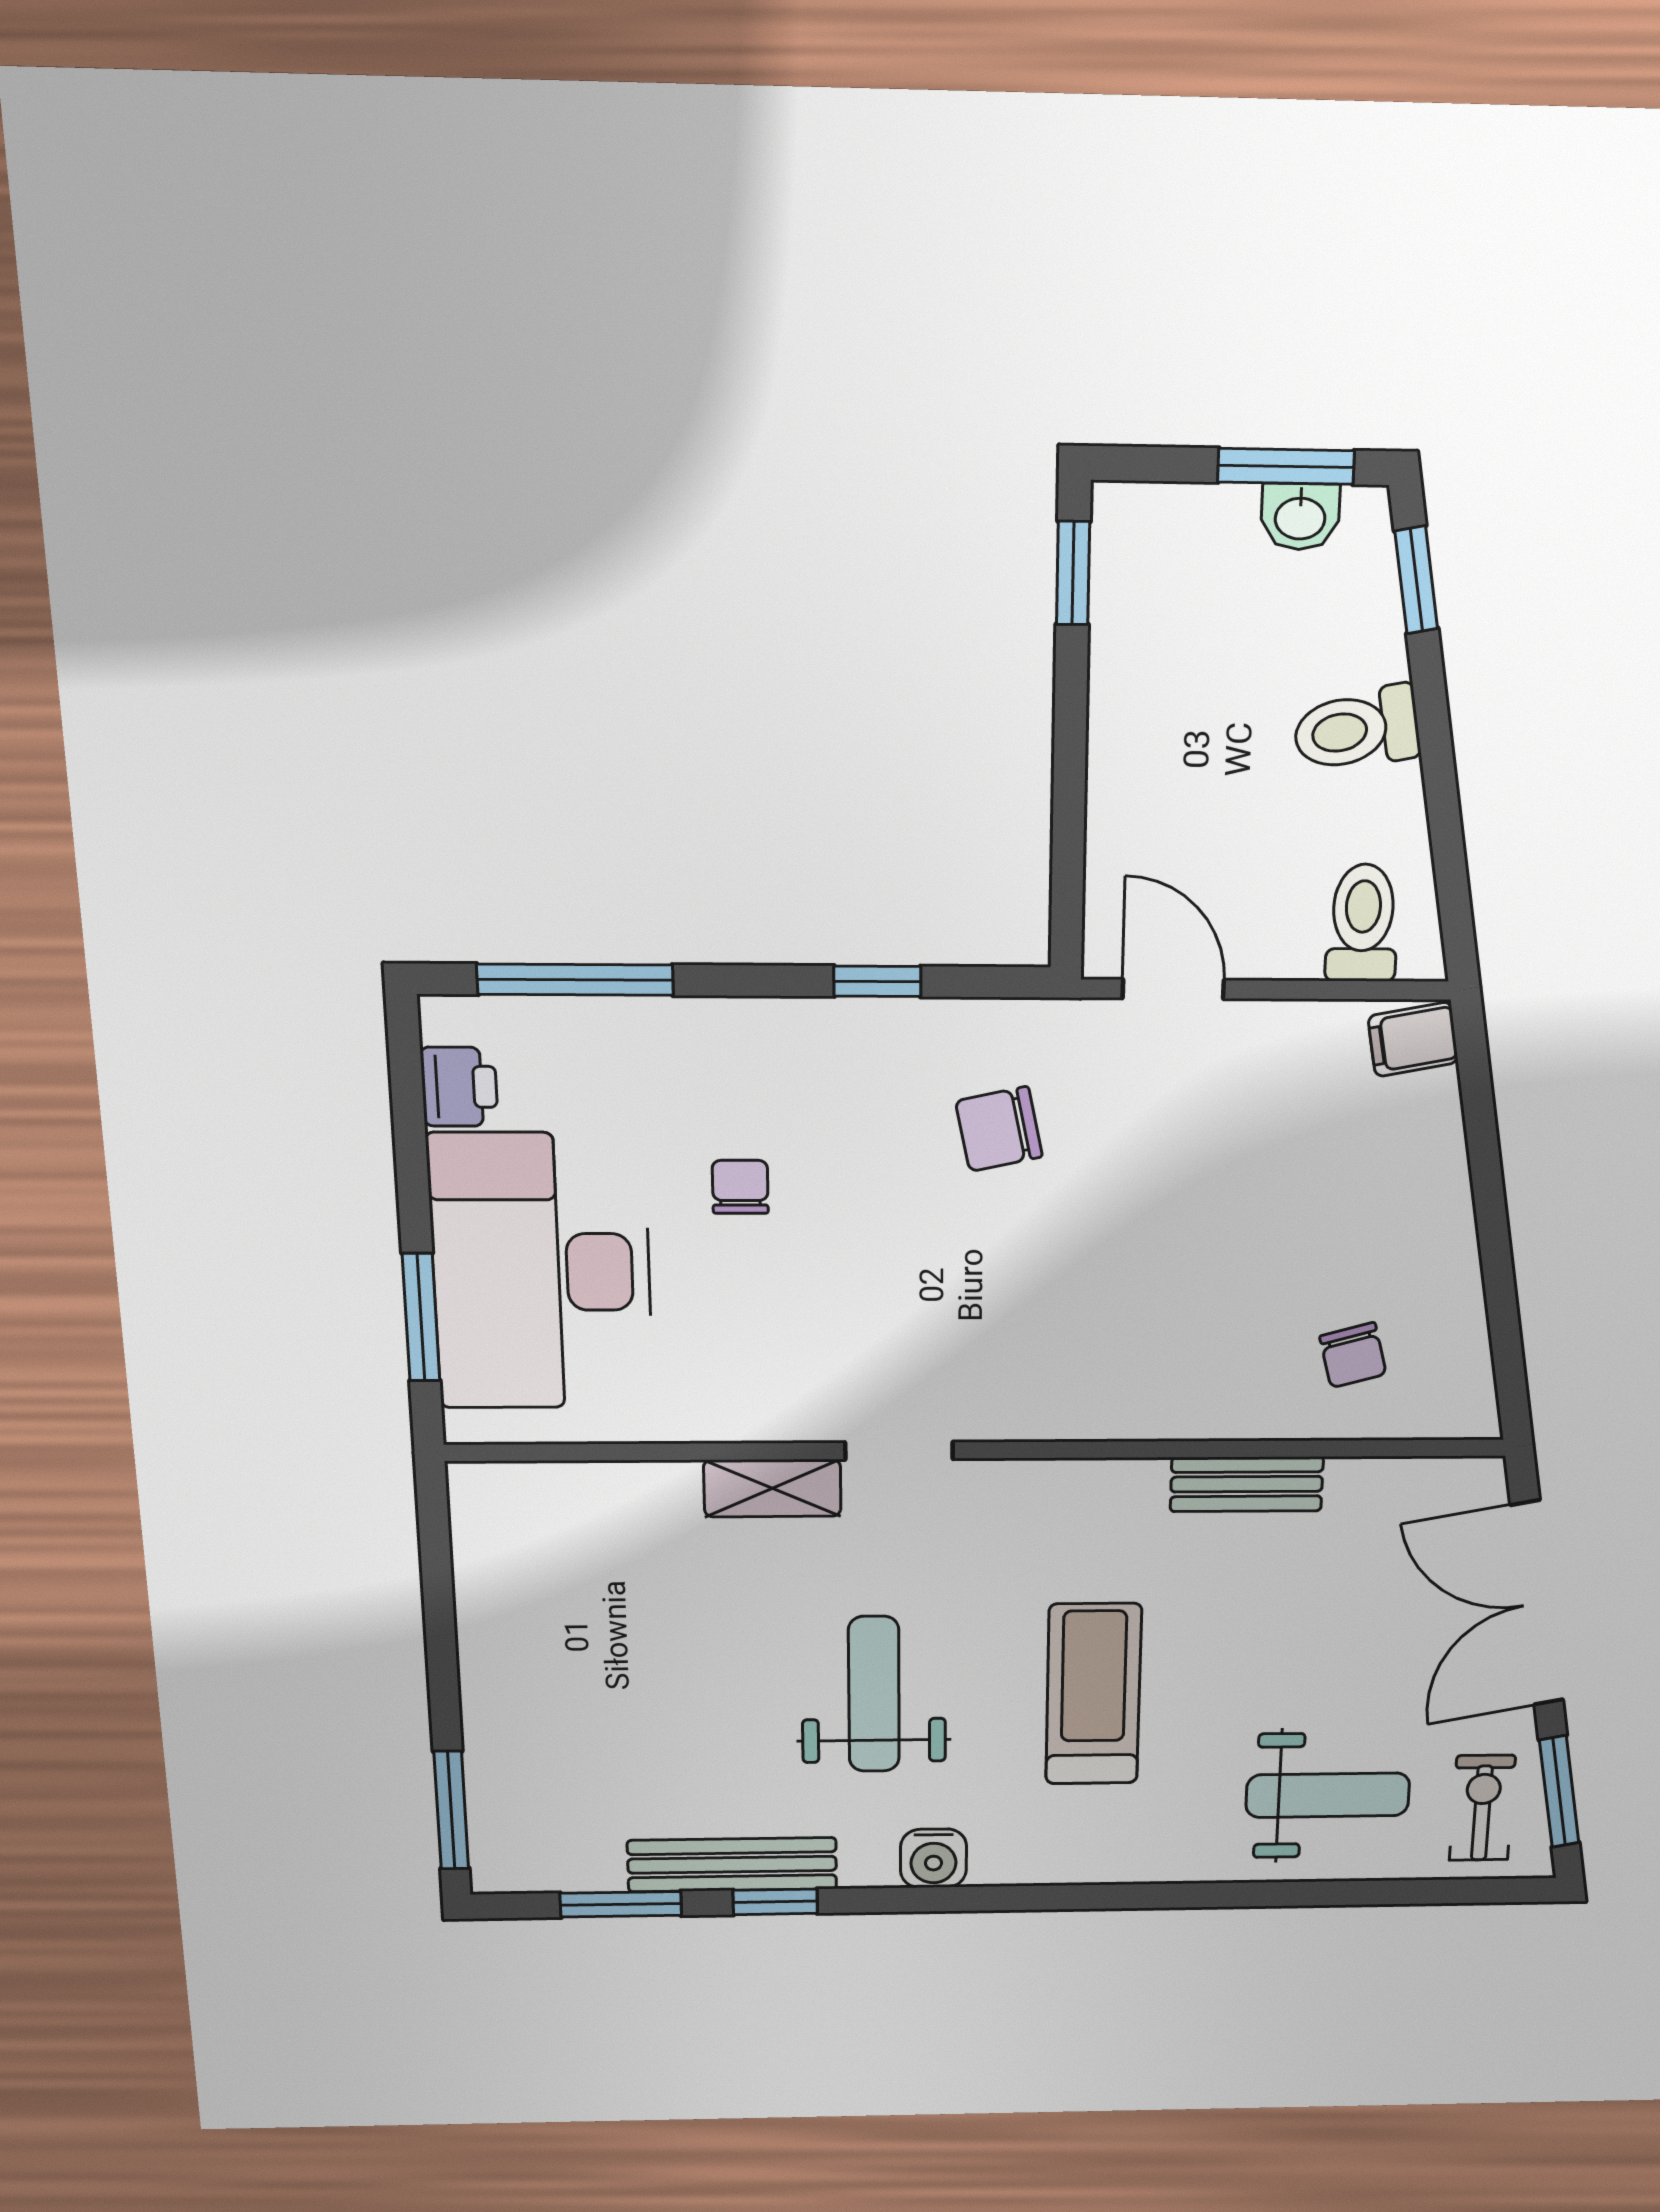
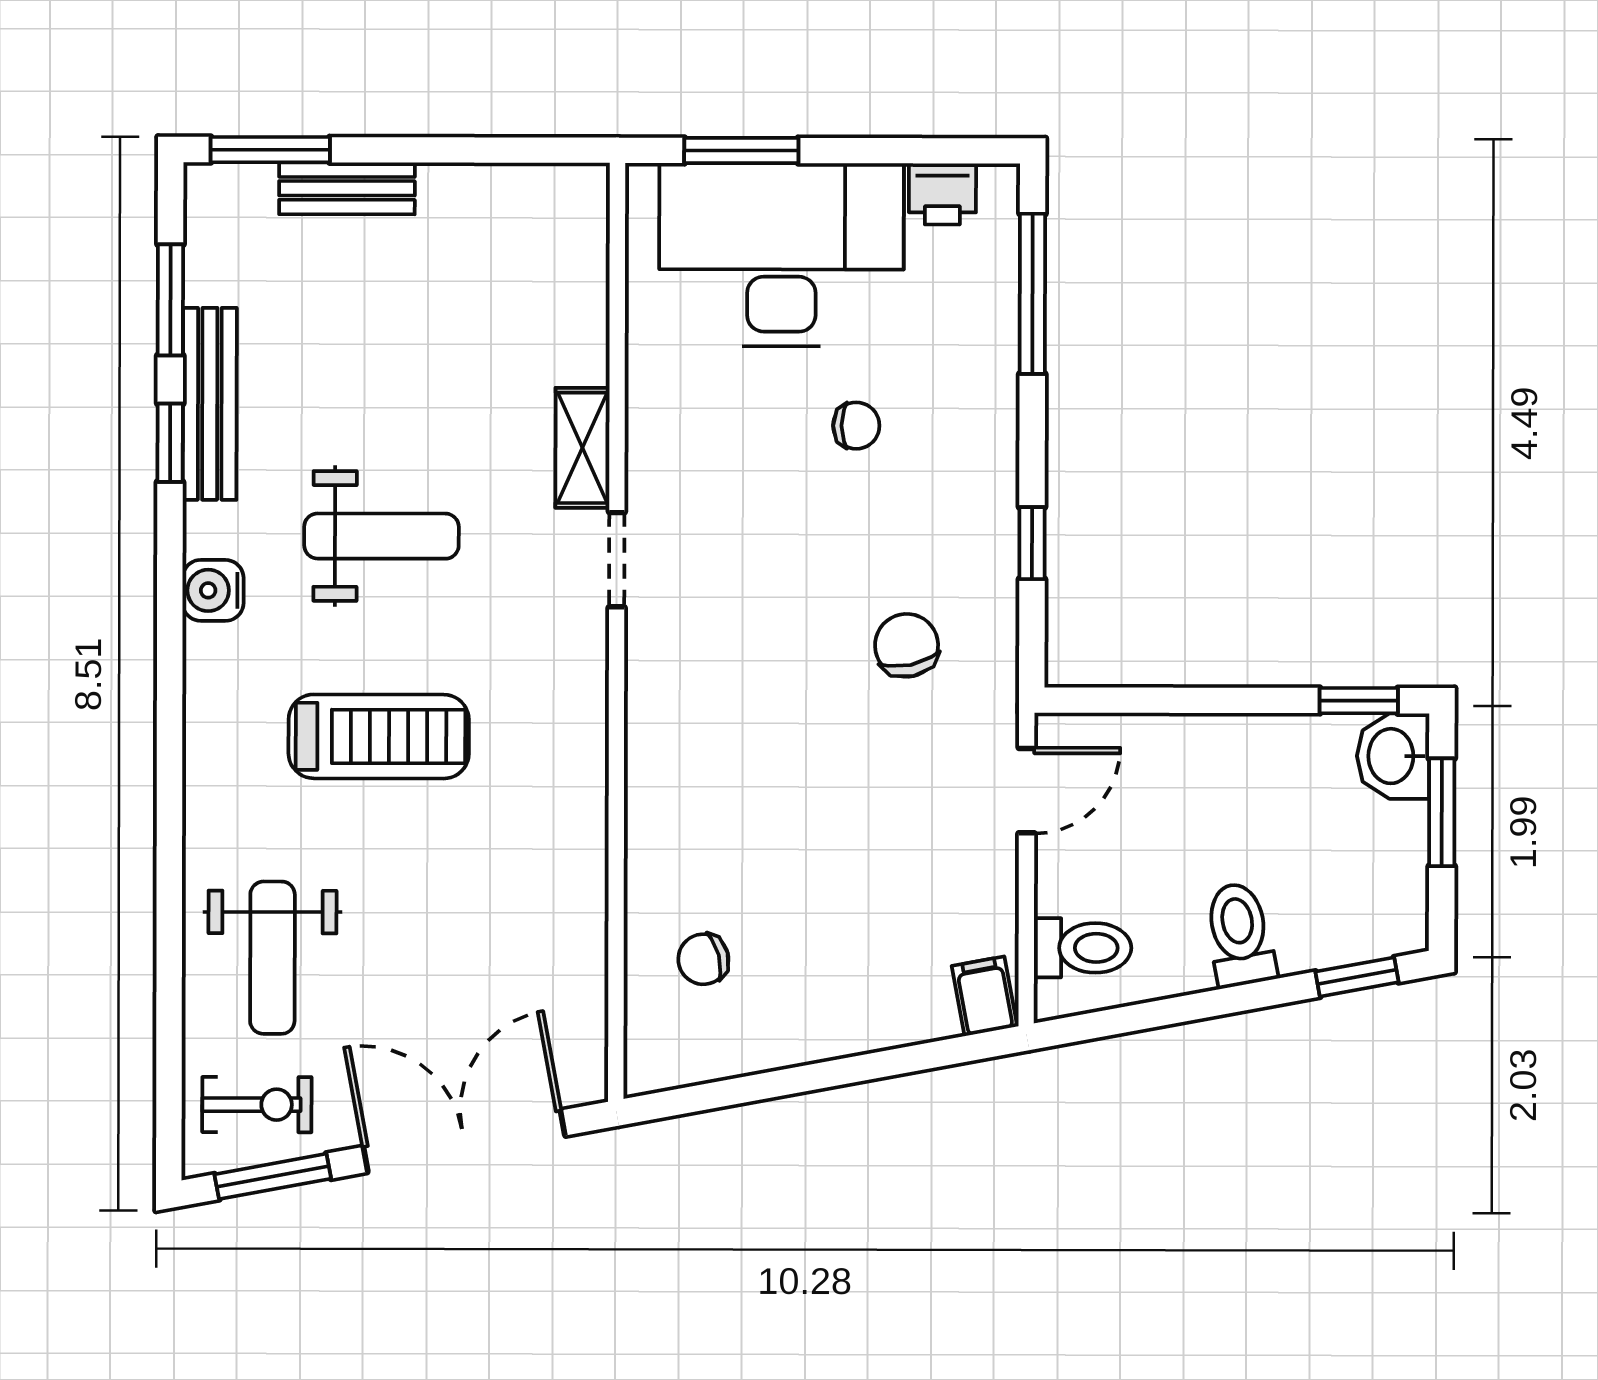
window: (1286, 466) -> (1442, 812), moved
washbasin: (1300, 517) -> (1393, 756), moved, width x1.38, depth x1.45
bench: (1247, 1484) -> (347, 188), moved, turned 90

